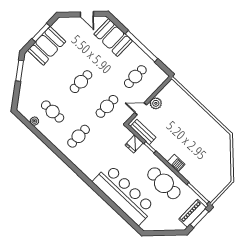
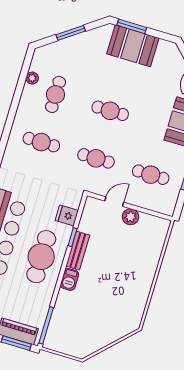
window: (41, 32) -> (132, 26), moved
window: (20, 71) -> (71, 33), moved
door: (141, 109) -> (114, 202), hinge flipped
bench: (143, 132) -> (78, 251), moved
cafe table: (164, 183) -> (41, 257), moved

